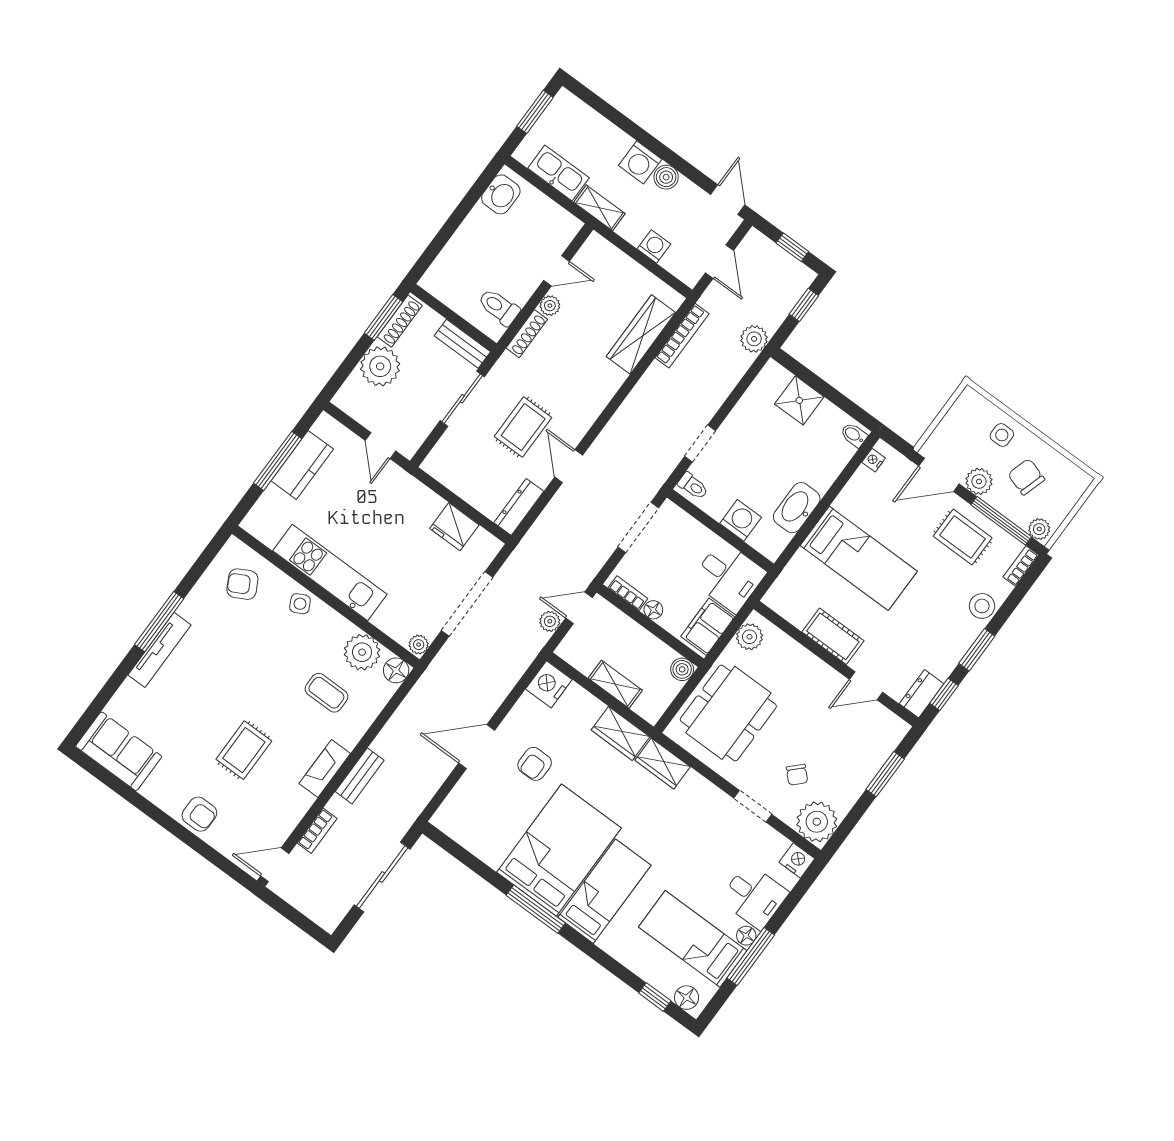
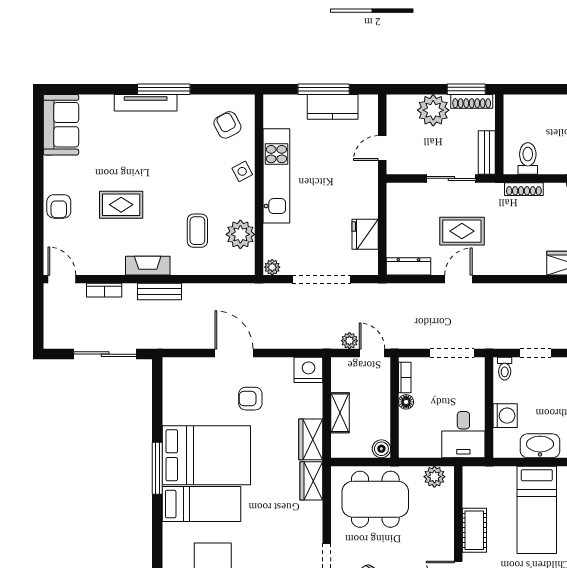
plant: (550, 306) -> (553, 191), removed
filing cabinet: (708, 627) -> (421, 445), removed
floor lamp: (396, 670) -> (245, 265), removed

